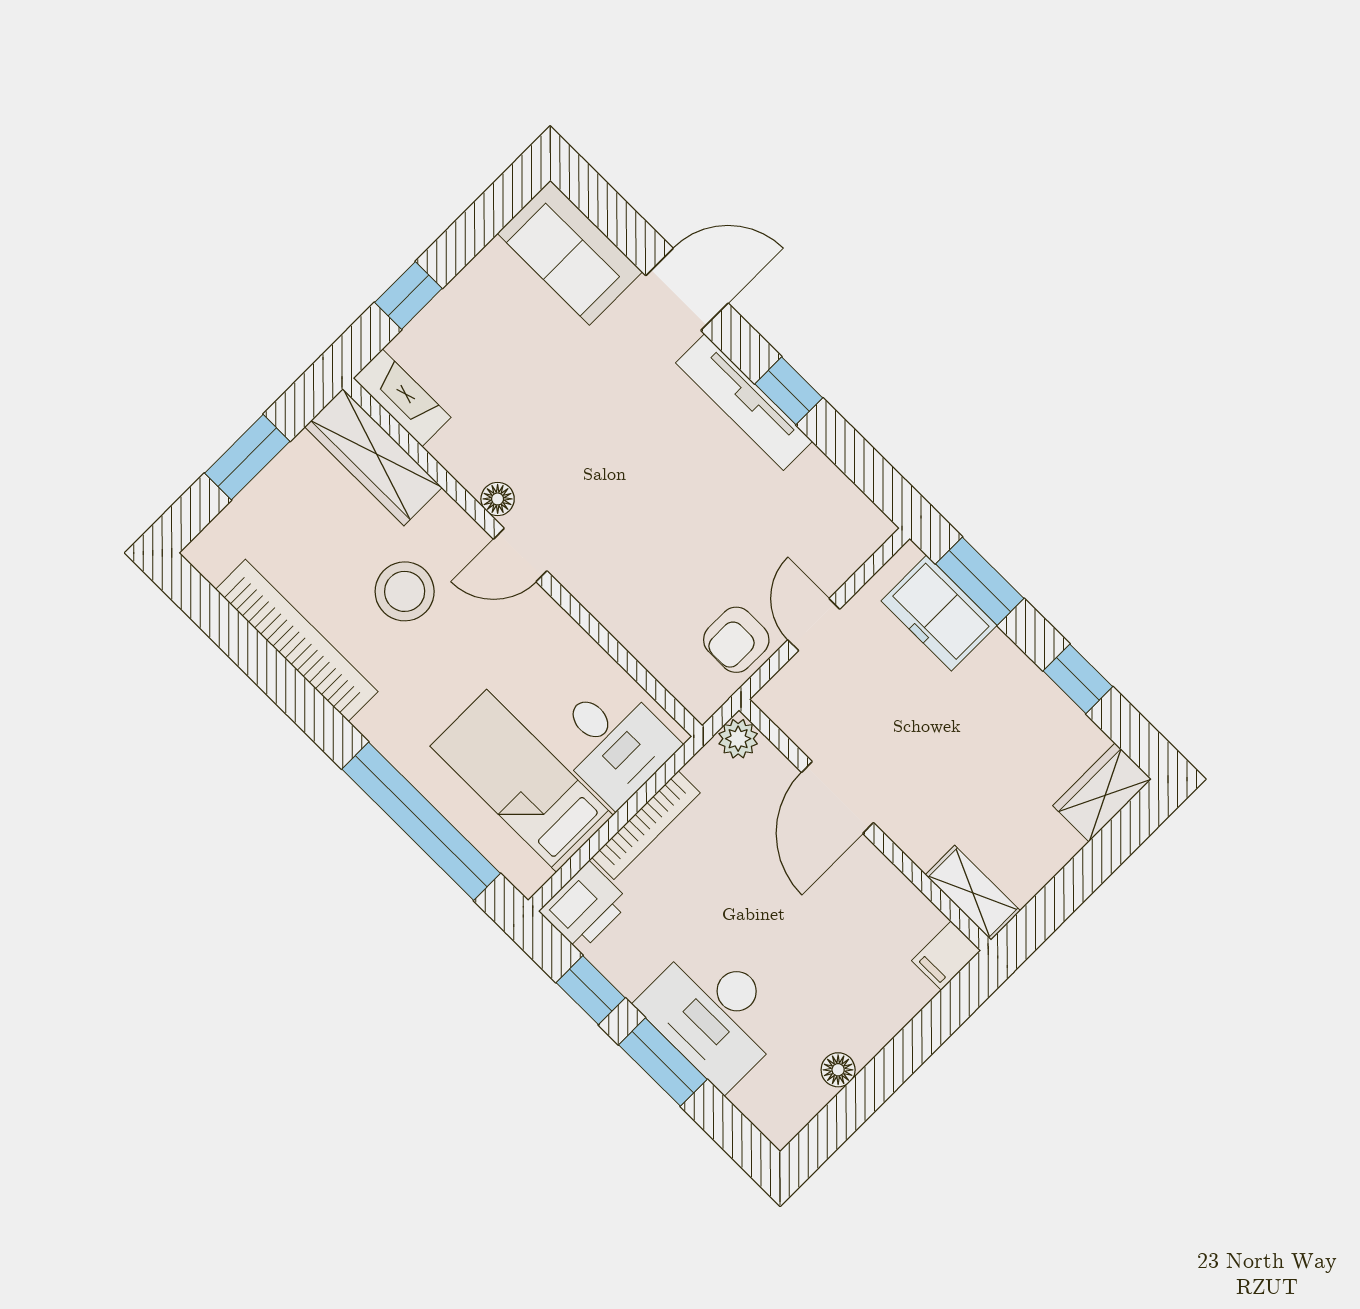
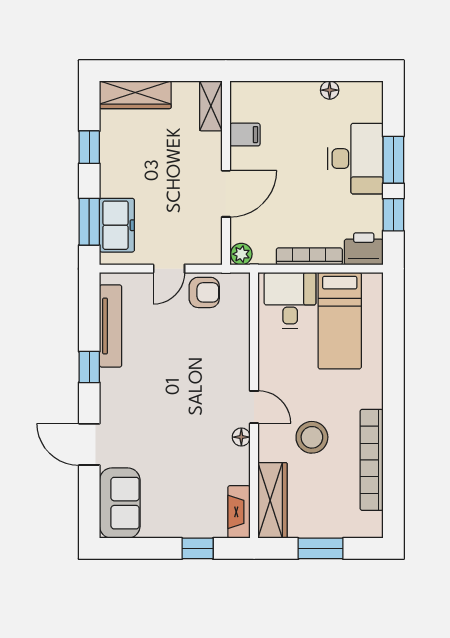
tv unit: (744, 402) -> (111, 326), moved
wardrobe: (1102, 792) -> (135, 95), width x1.50
window: (421, 821) -> (393, 344), removed
filing cabinet: (946, 956) -> (245, 135), moved

